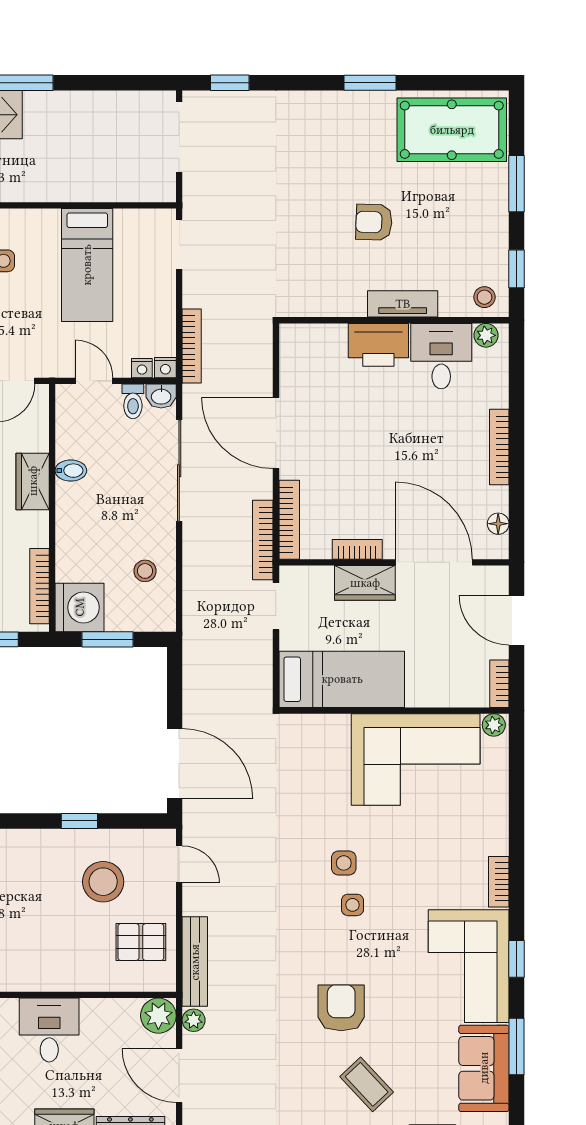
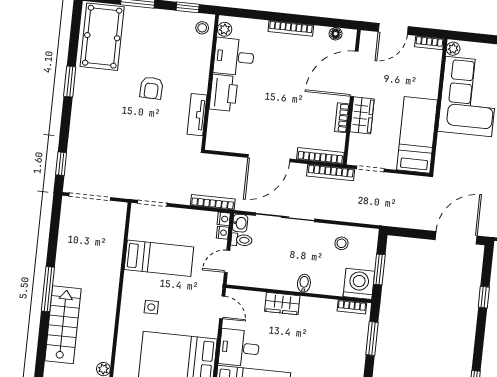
tv unit: (403, 304) -> (197, 115), moved
bidet: (71, 471) -> (304, 283), moved
bookcase: (39, 586) -> (352, 307), width x0.64

